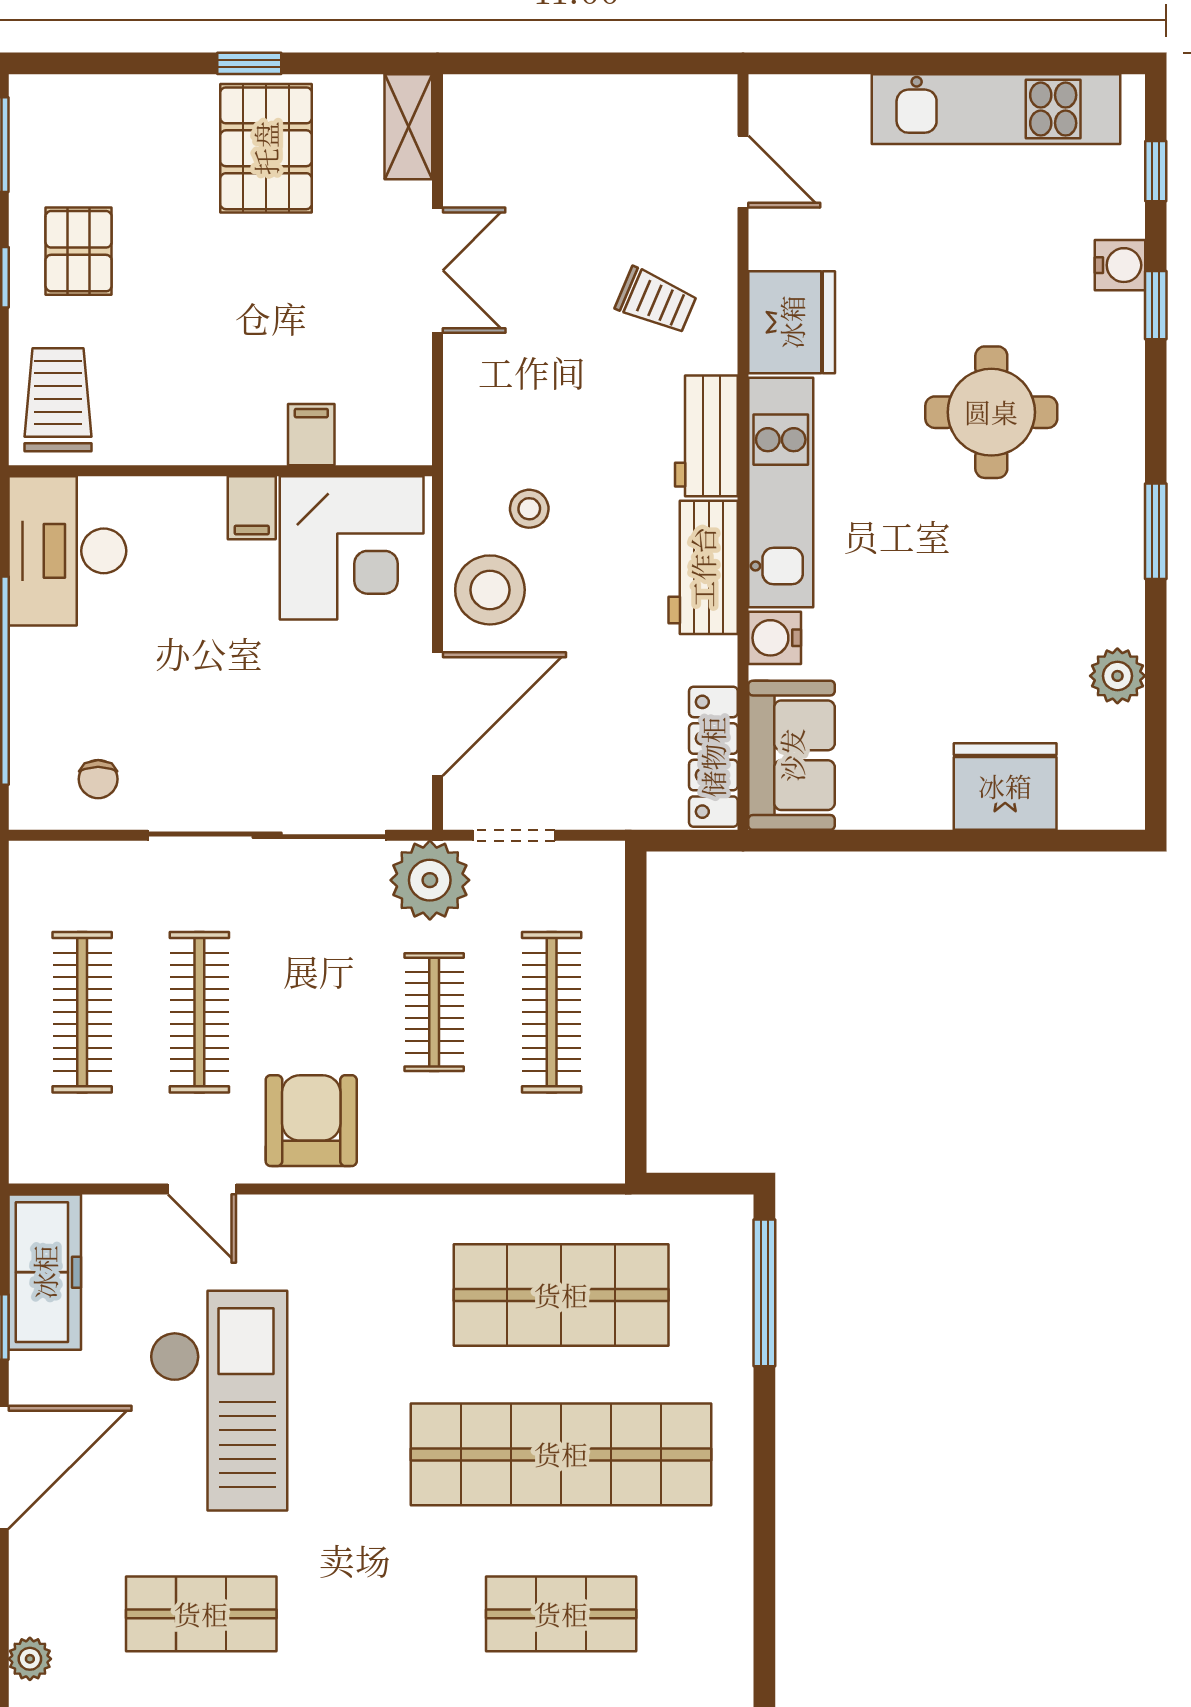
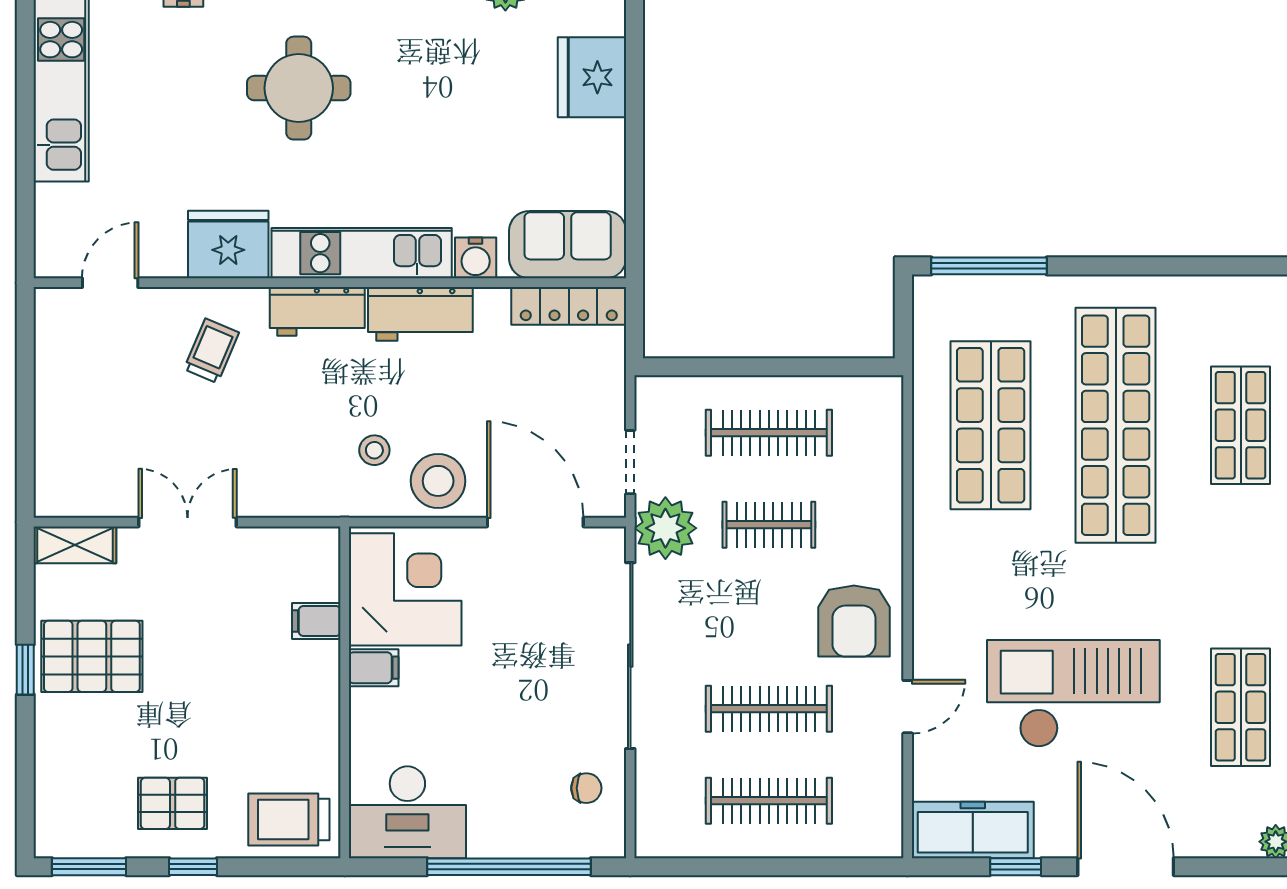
armchair: (311, 1121) -> (854, 621), turned -90

